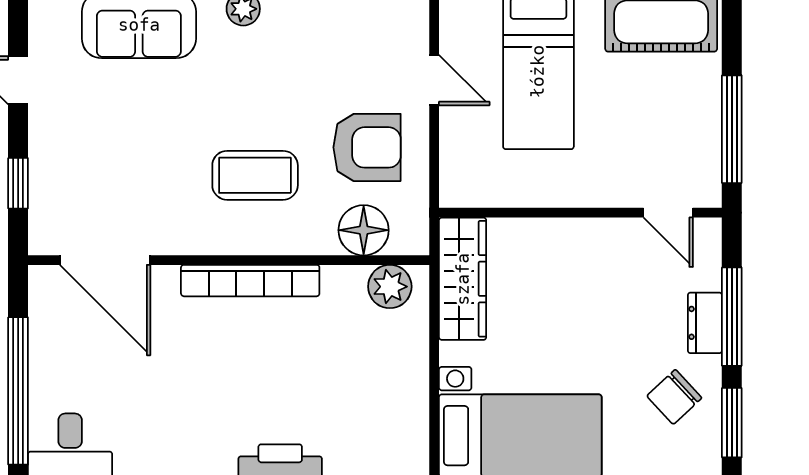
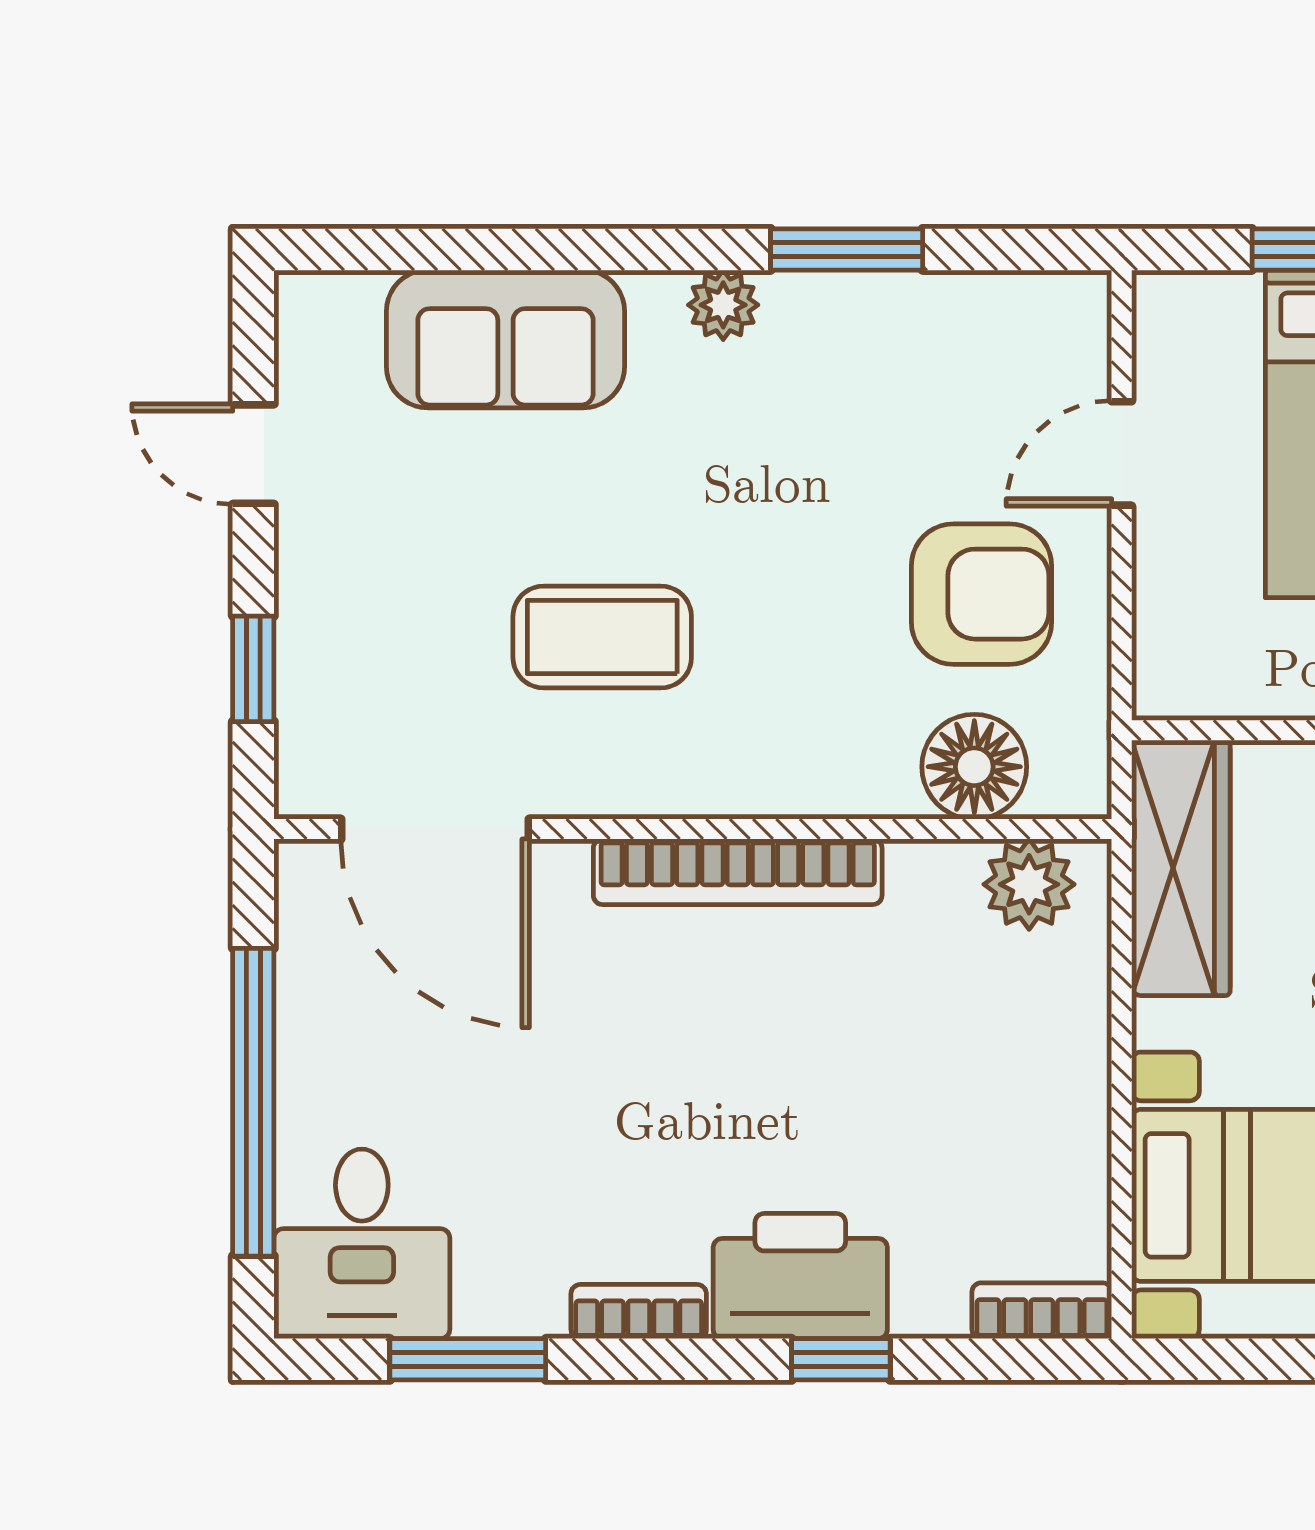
door: (434, 80) -> (1122, 453), swing flipped
coffee table: (255, 175) -> (602, 637), moved

